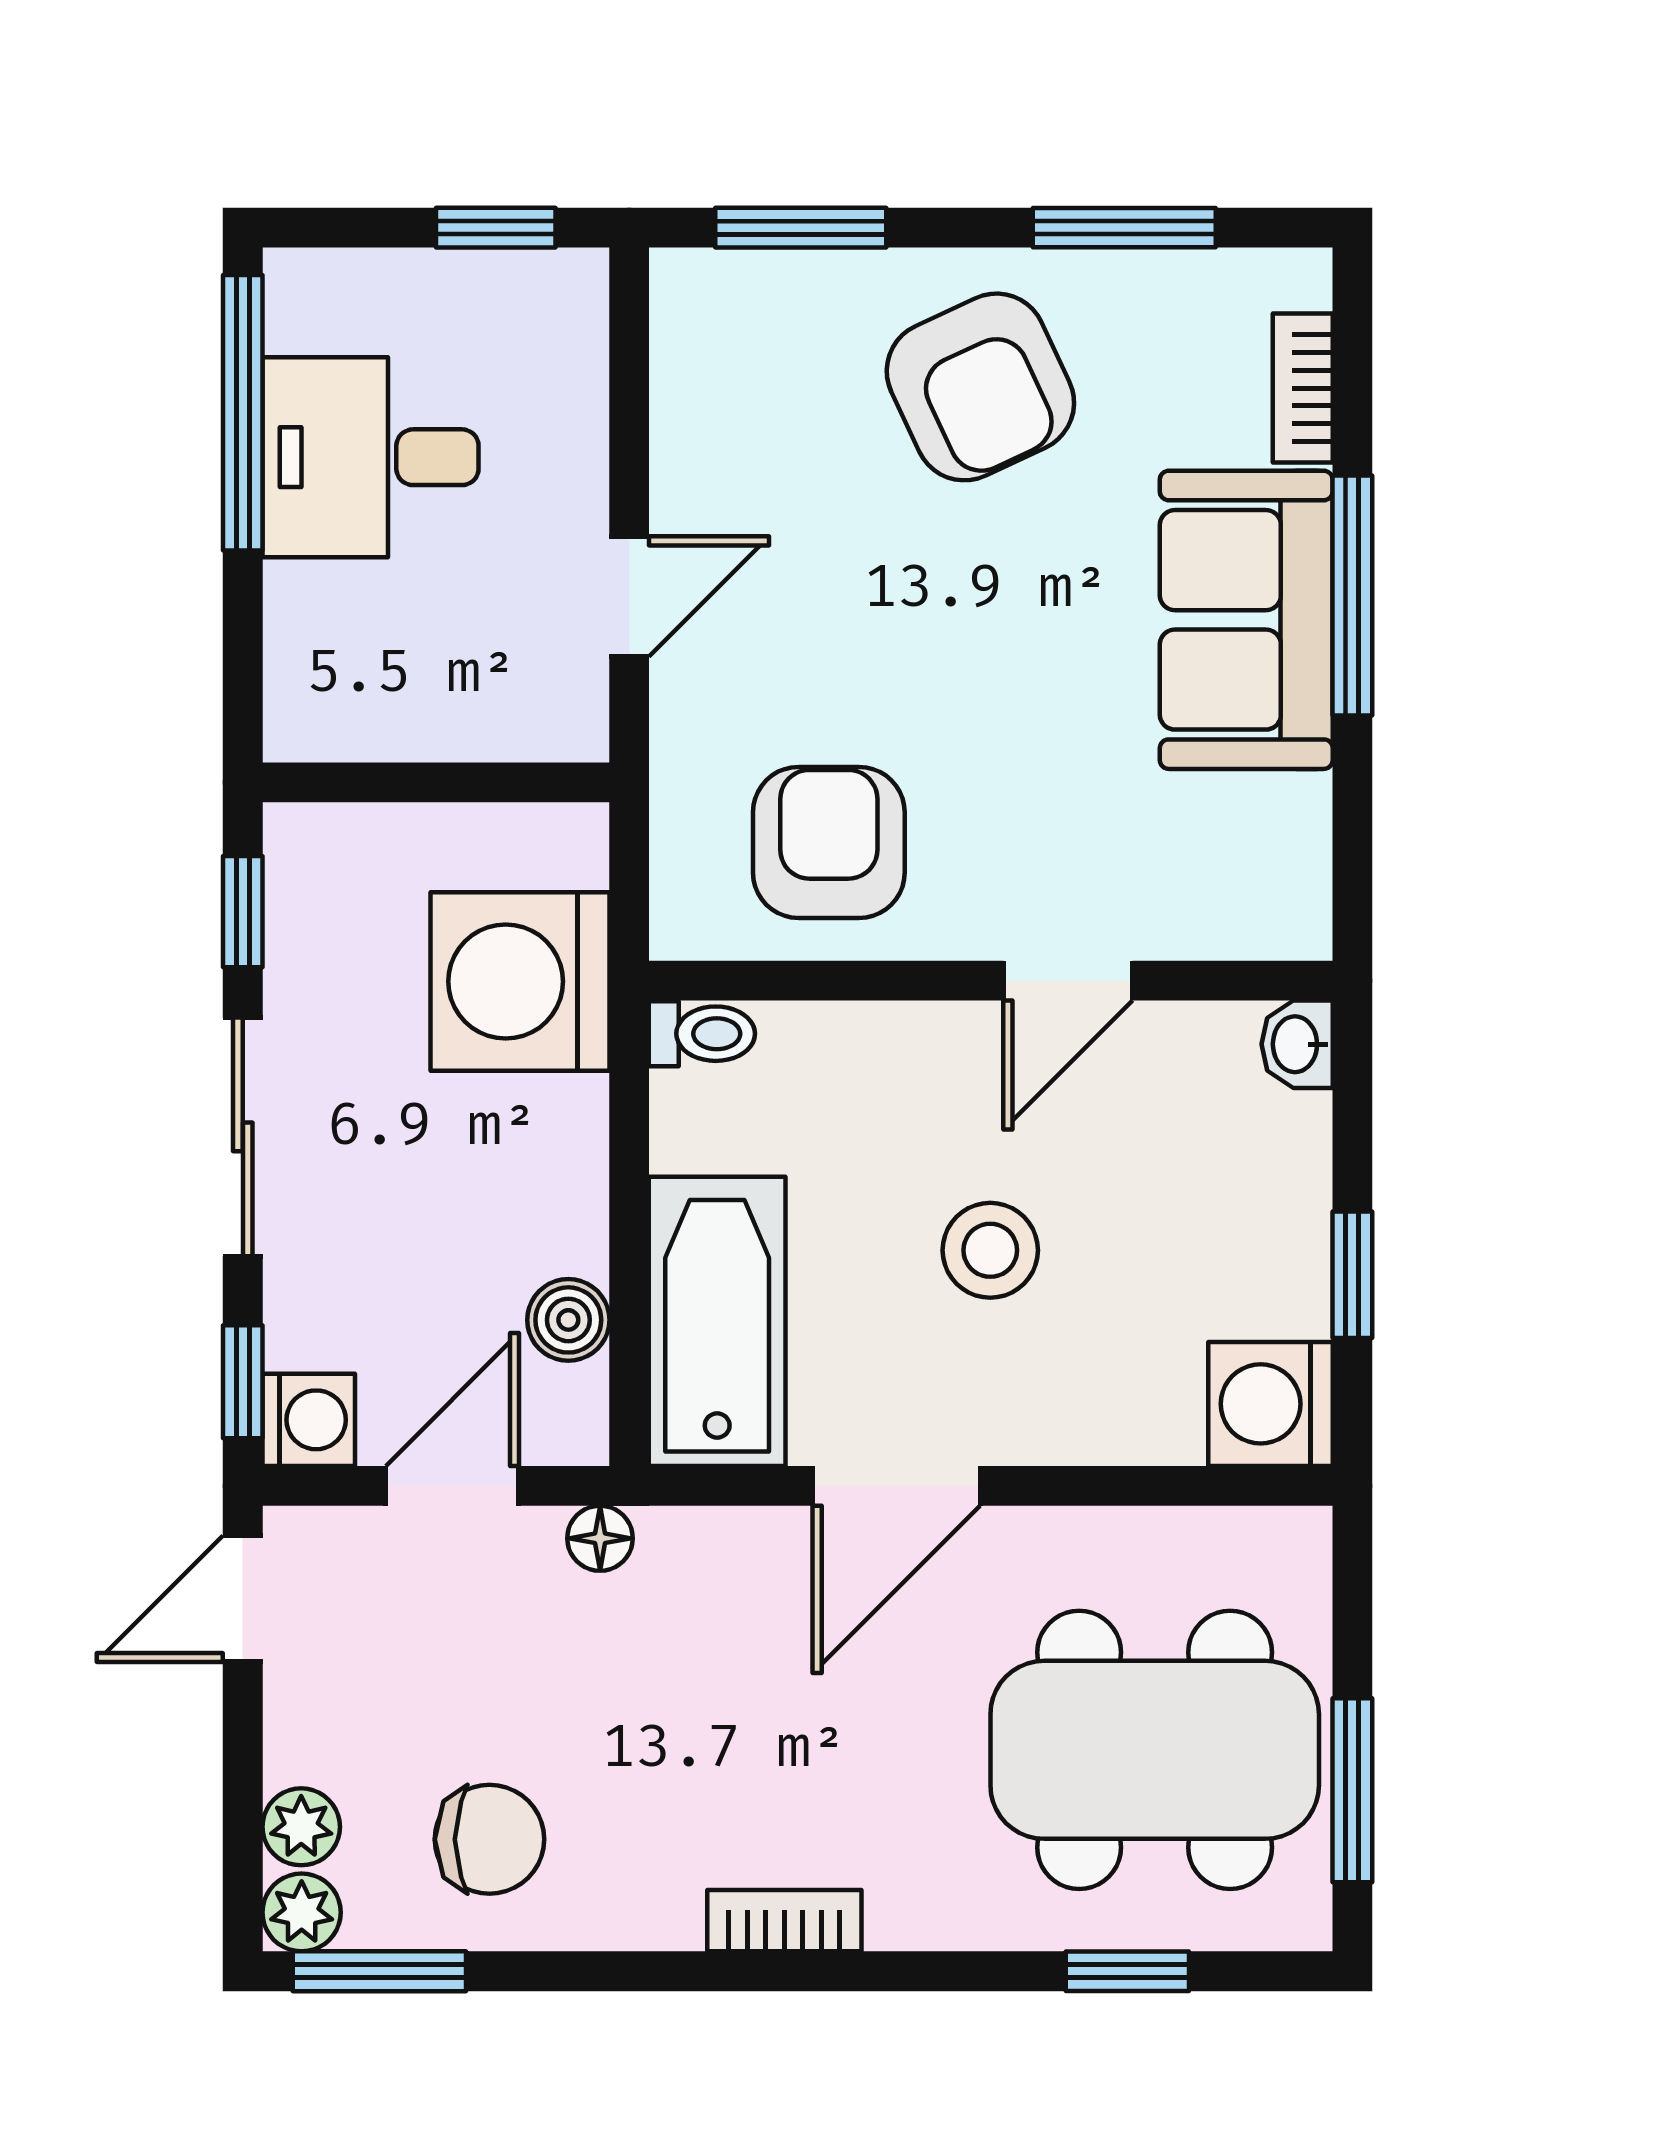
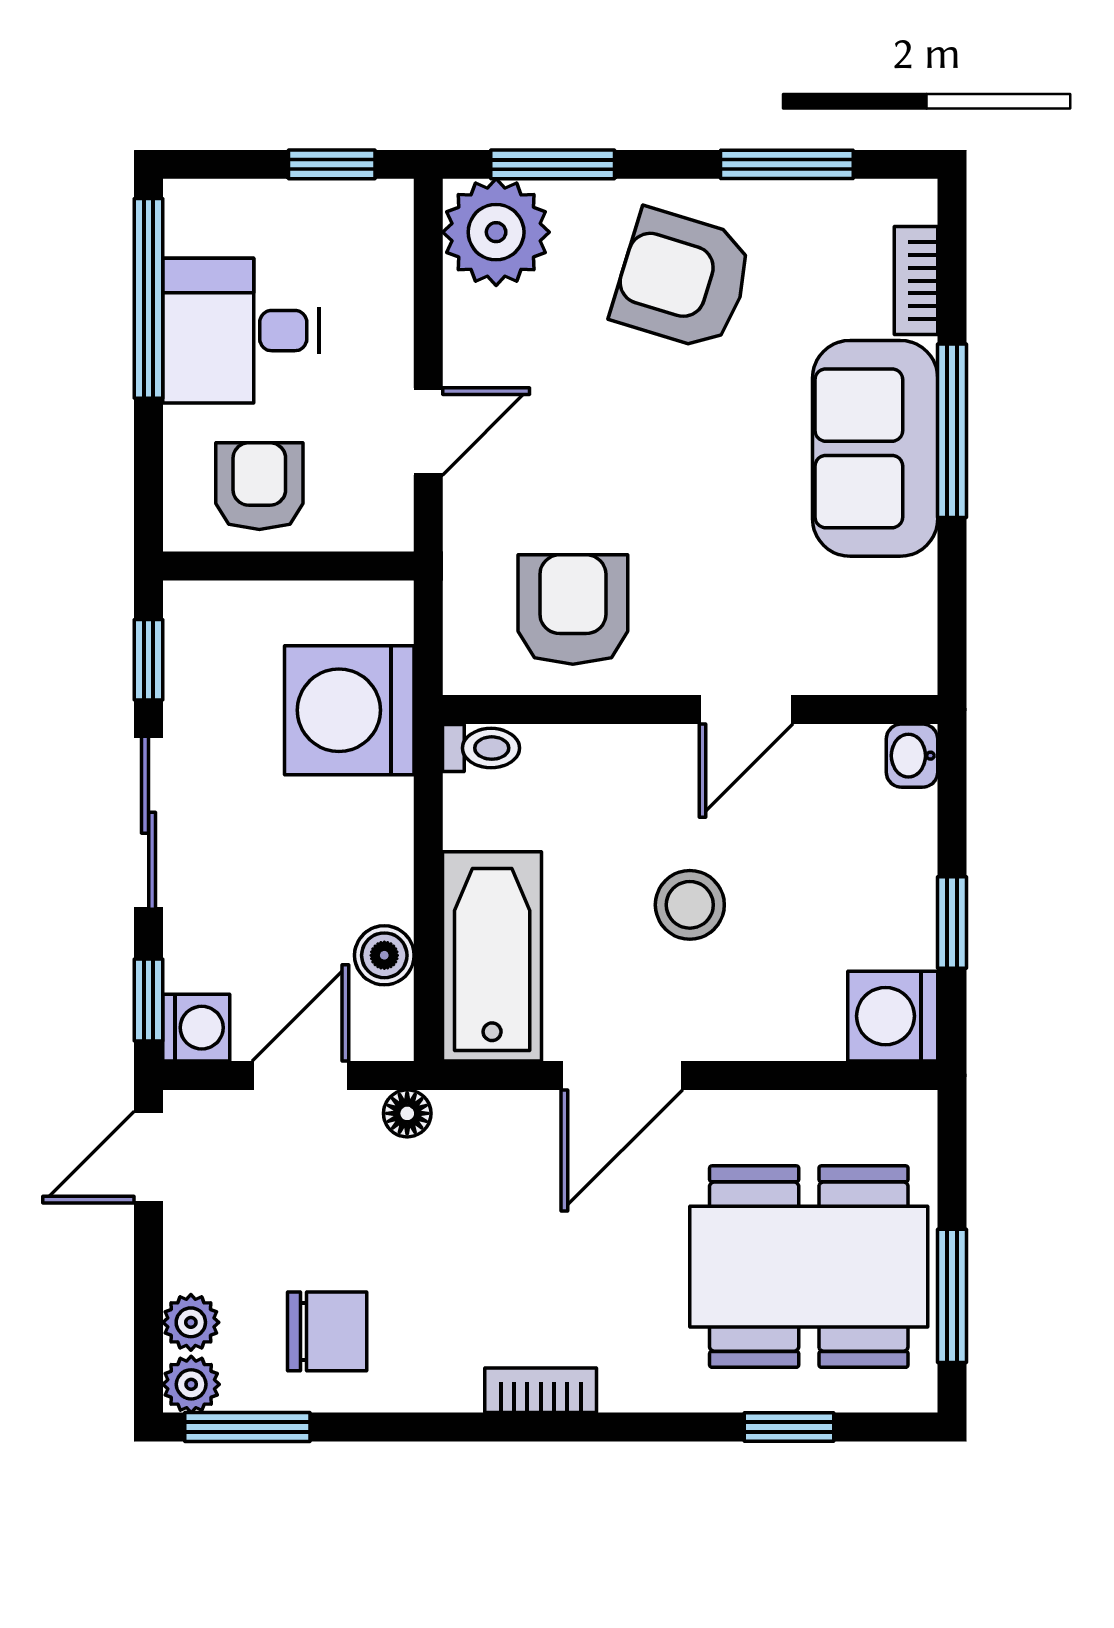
plant: (723, 321) -> (496, 232), added
armchair: (980, 387) -> (683, 280), turned 132
armchair: (396, 672) -> (259, 486), added

